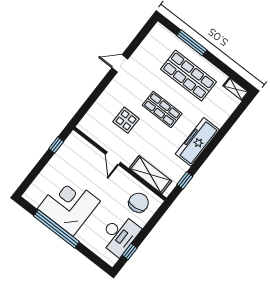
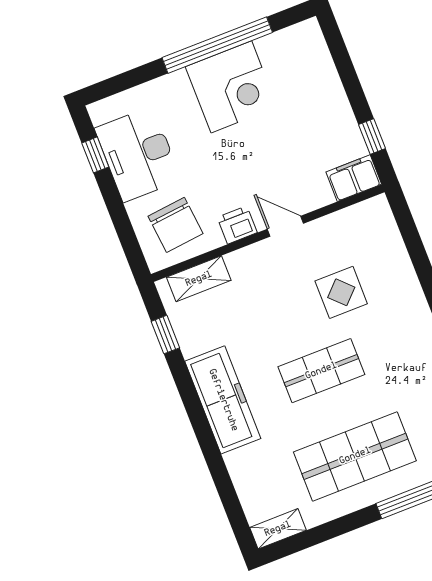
filing cabinet: (77, 142) -> (354, 178), added
shelving: (150, 175) -> (199, 279), width x0.67, depth x0.75
printer: (124, 178) -> (237, 225), added
corner desk: (69, 205) -> (231, 87), width x0.74, depth x0.74

